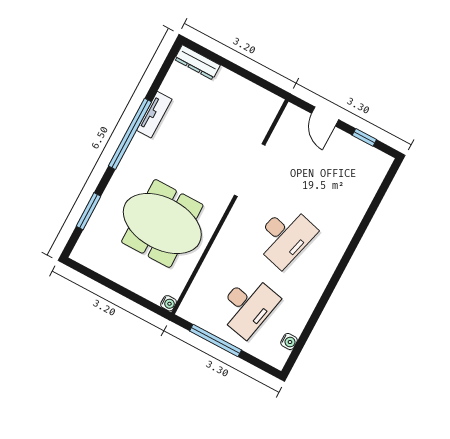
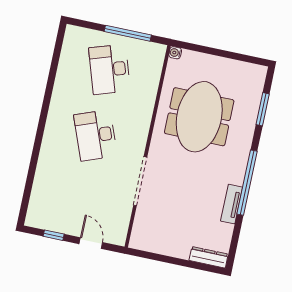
meeting table: (162, 223) -> (199, 117), turned 90
desk: (285, 236) -> (96, 135), turned -36
desk: (248, 306) -> (110, 69), turned -30
water cooler: (289, 341) -> (67, 50), removed

